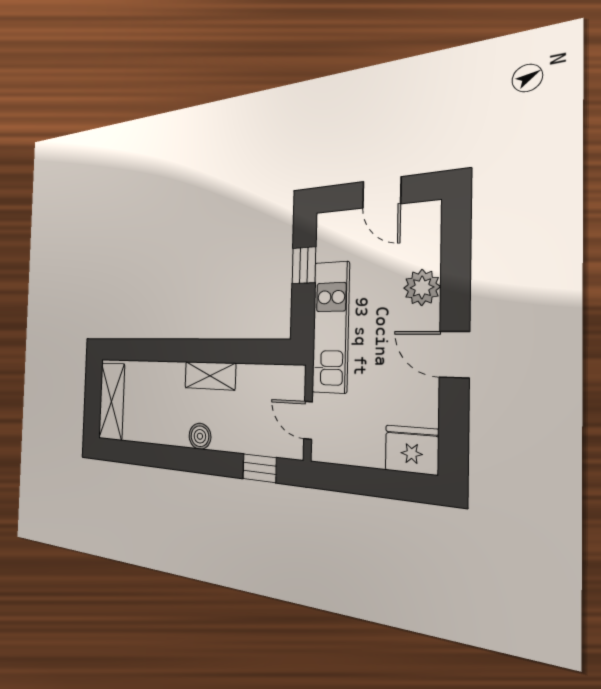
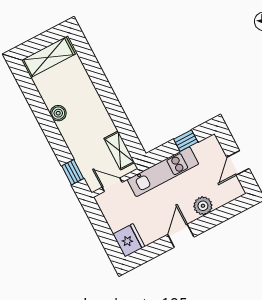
shelving: (210, 376) -> (119, 150), moved
door: (308, 420) -> (112, 185), hinge flipped
boiler: (200, 436) -> (58, 113), moved

